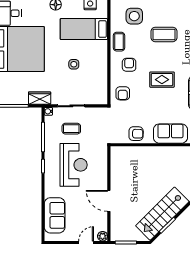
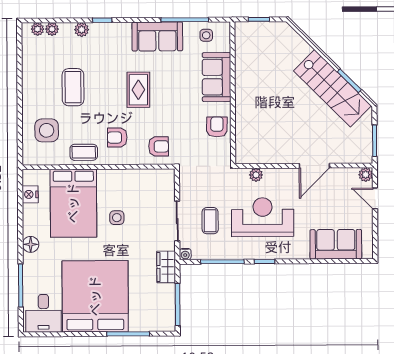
bed: (84, 29) -> (73, 203), width x1.50
plant: (103, 160) -> (256, 175), added

